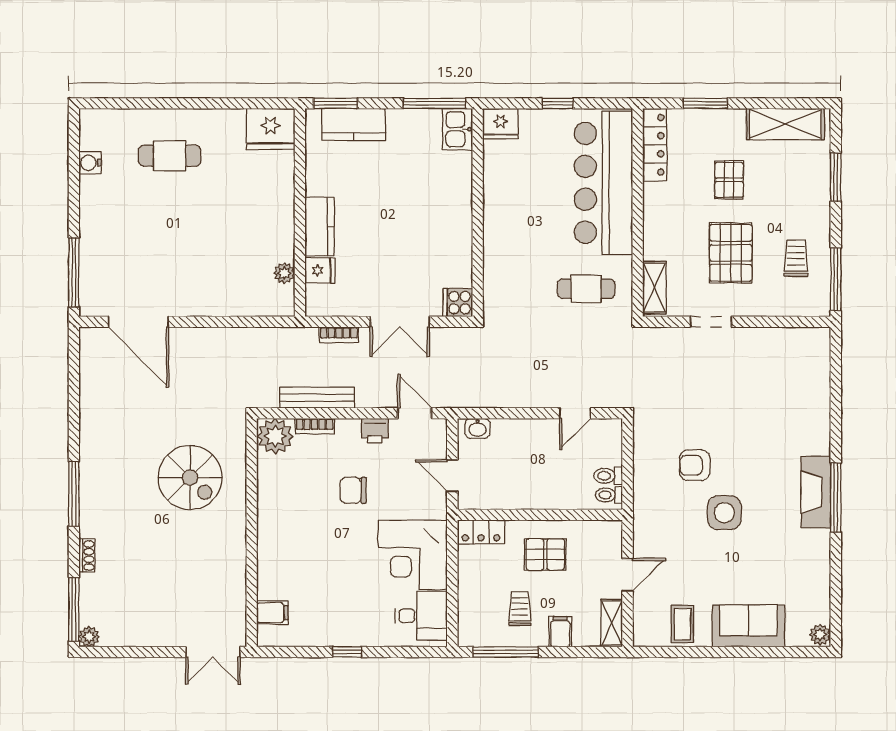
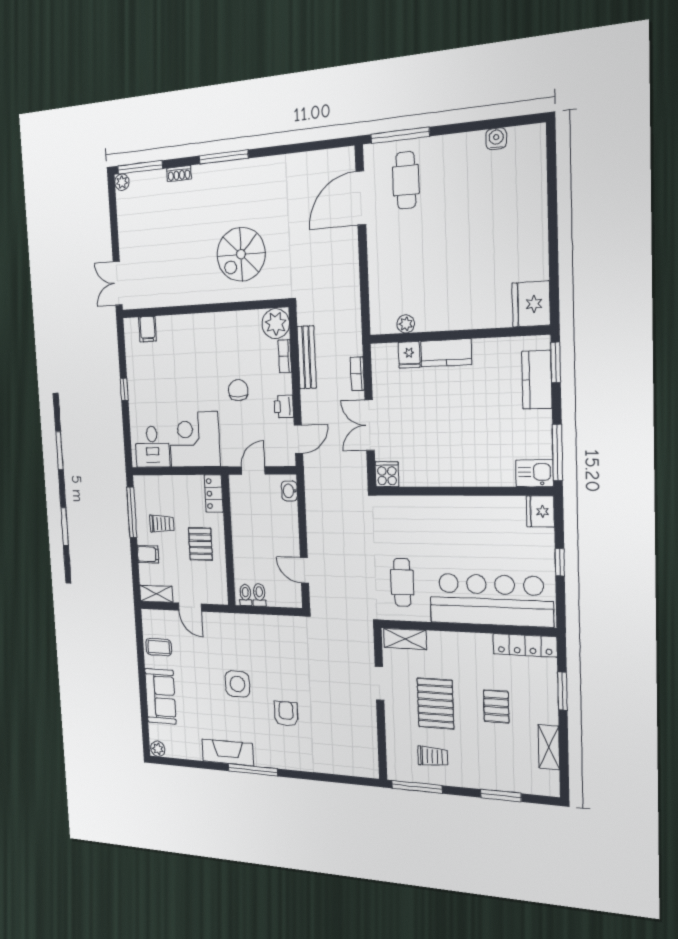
shelving: (785, 124) -> (549, 747), width x0.67, depth x0.75
cafe table: (170, 156) -> (406, 180), moved
pallet: (729, 180) -> (496, 706), turned 90
pallet: (731, 253) -> (435, 703), turned 90
armchair: (695, 465) -> (286, 714), moved
fireplace: (816, 492) -> (228, 752), moved

